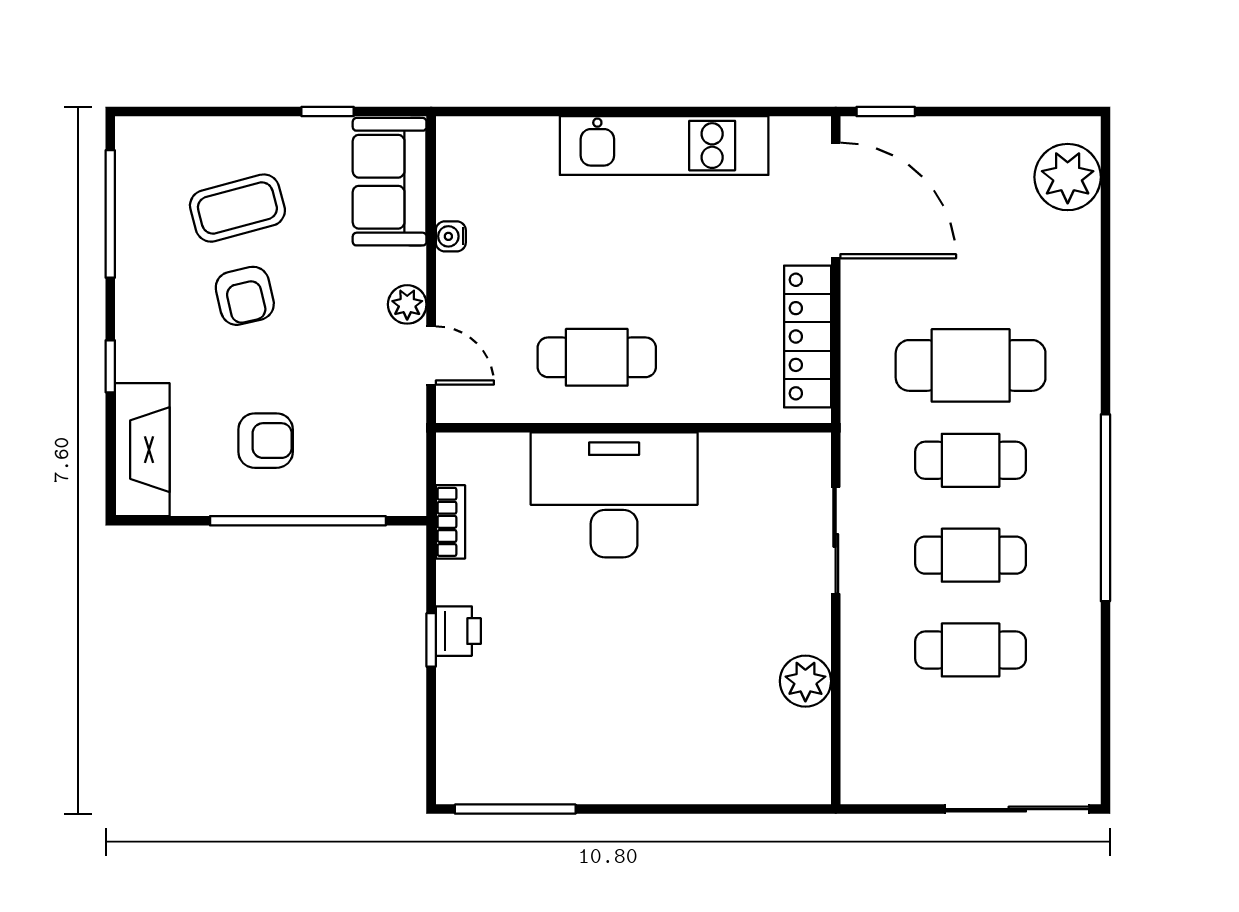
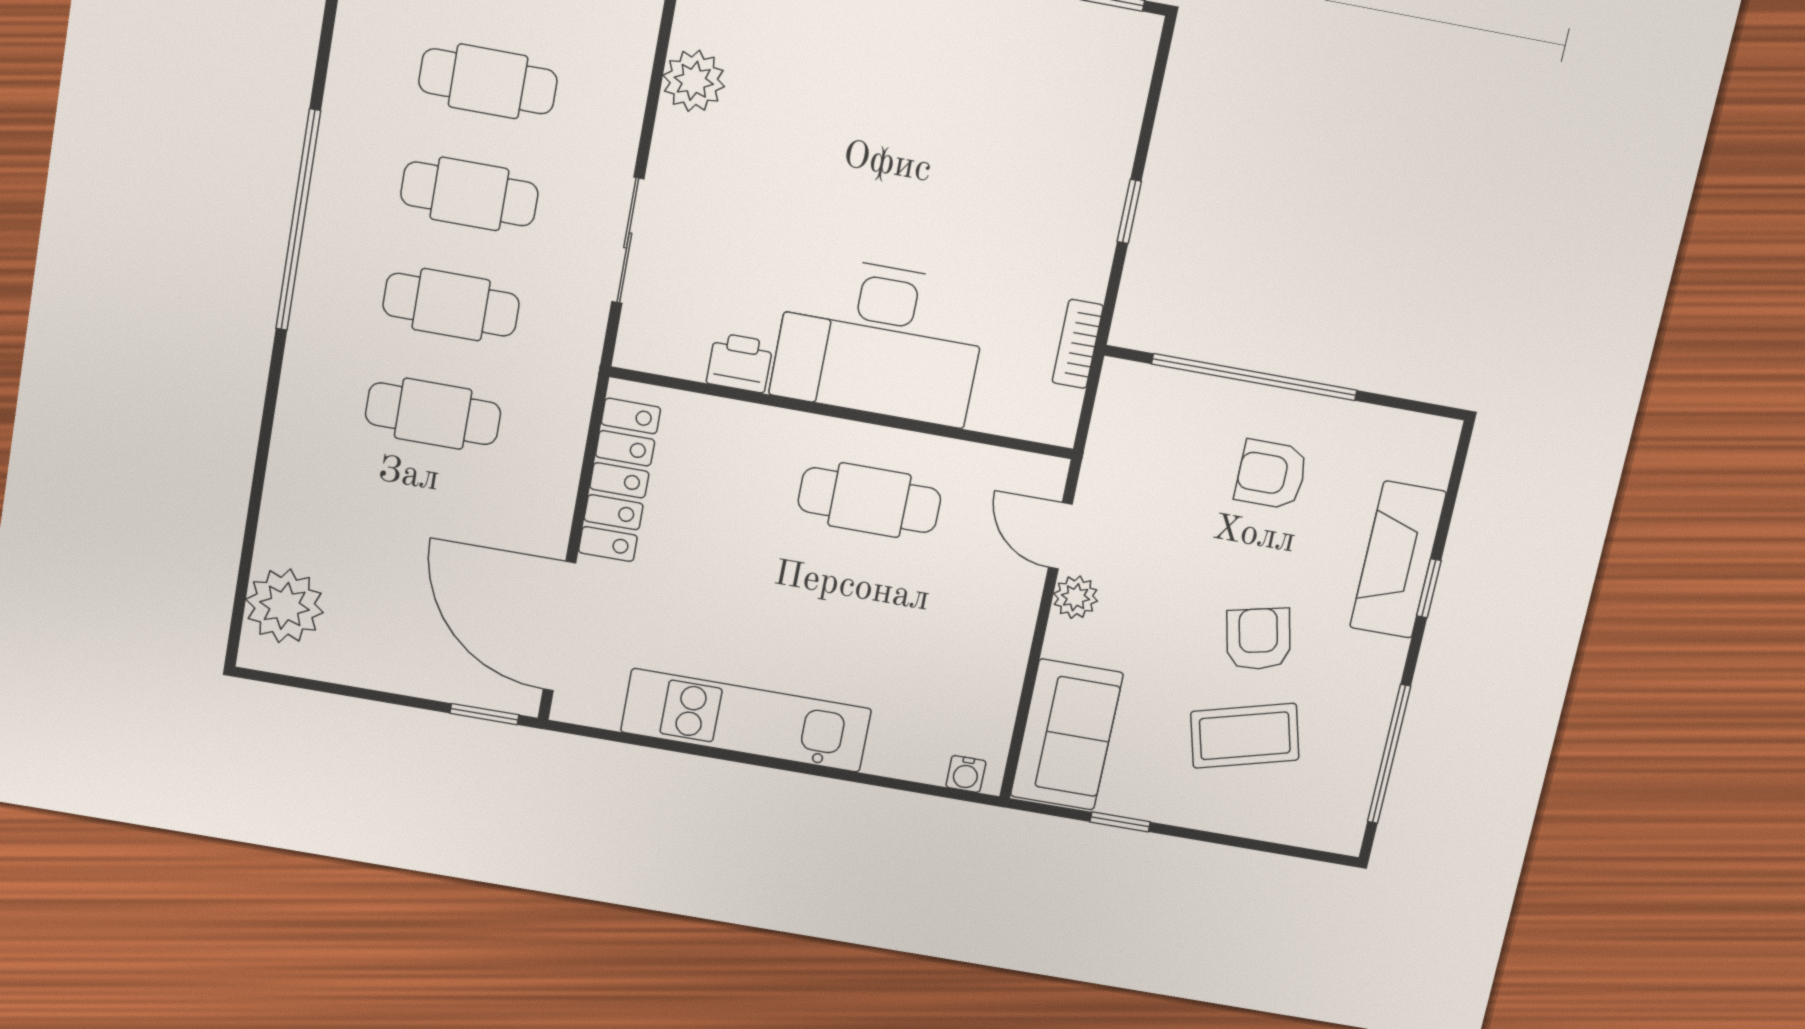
water cooler: (451, 236) -> (966, 774), moved, turned 90
cafe table: (971, 365) -> (433, 414), width x0.73, depth x0.74
fireplace: (142, 450) -> (1398, 560), moved
printer: (458, 631) -> (740, 363), moved, turned 90

